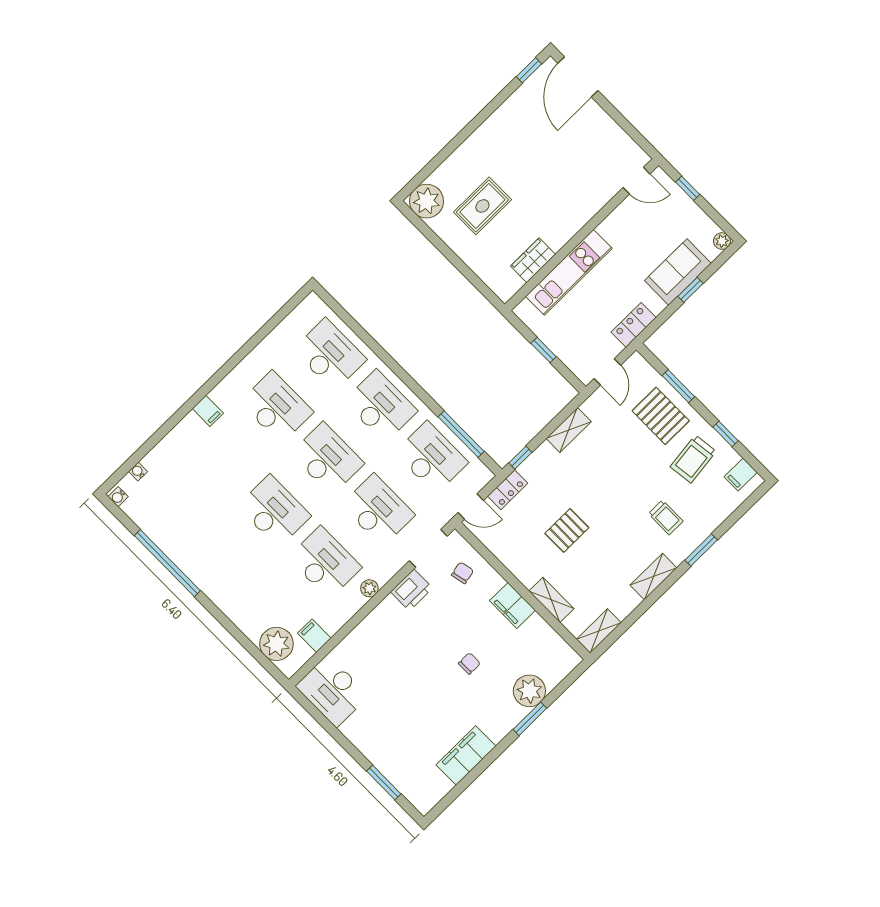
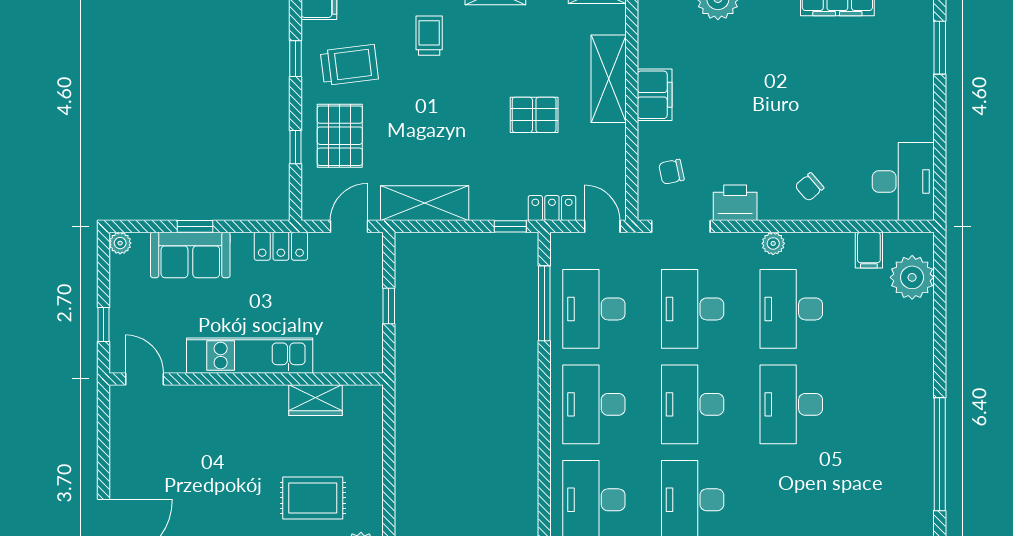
kitchen unit: (569, 272) -> (250, 356), moved
window: (678, 386) -> (296, 147), width x0.67
shelving: (569, 430) -> (425, 203), width x1.50, depth x1.33
shelving: (551, 600) -> (609, 79), width x1.50, depth x1.33
chair: (469, 664) -> (809, 187), moved, turned -41

